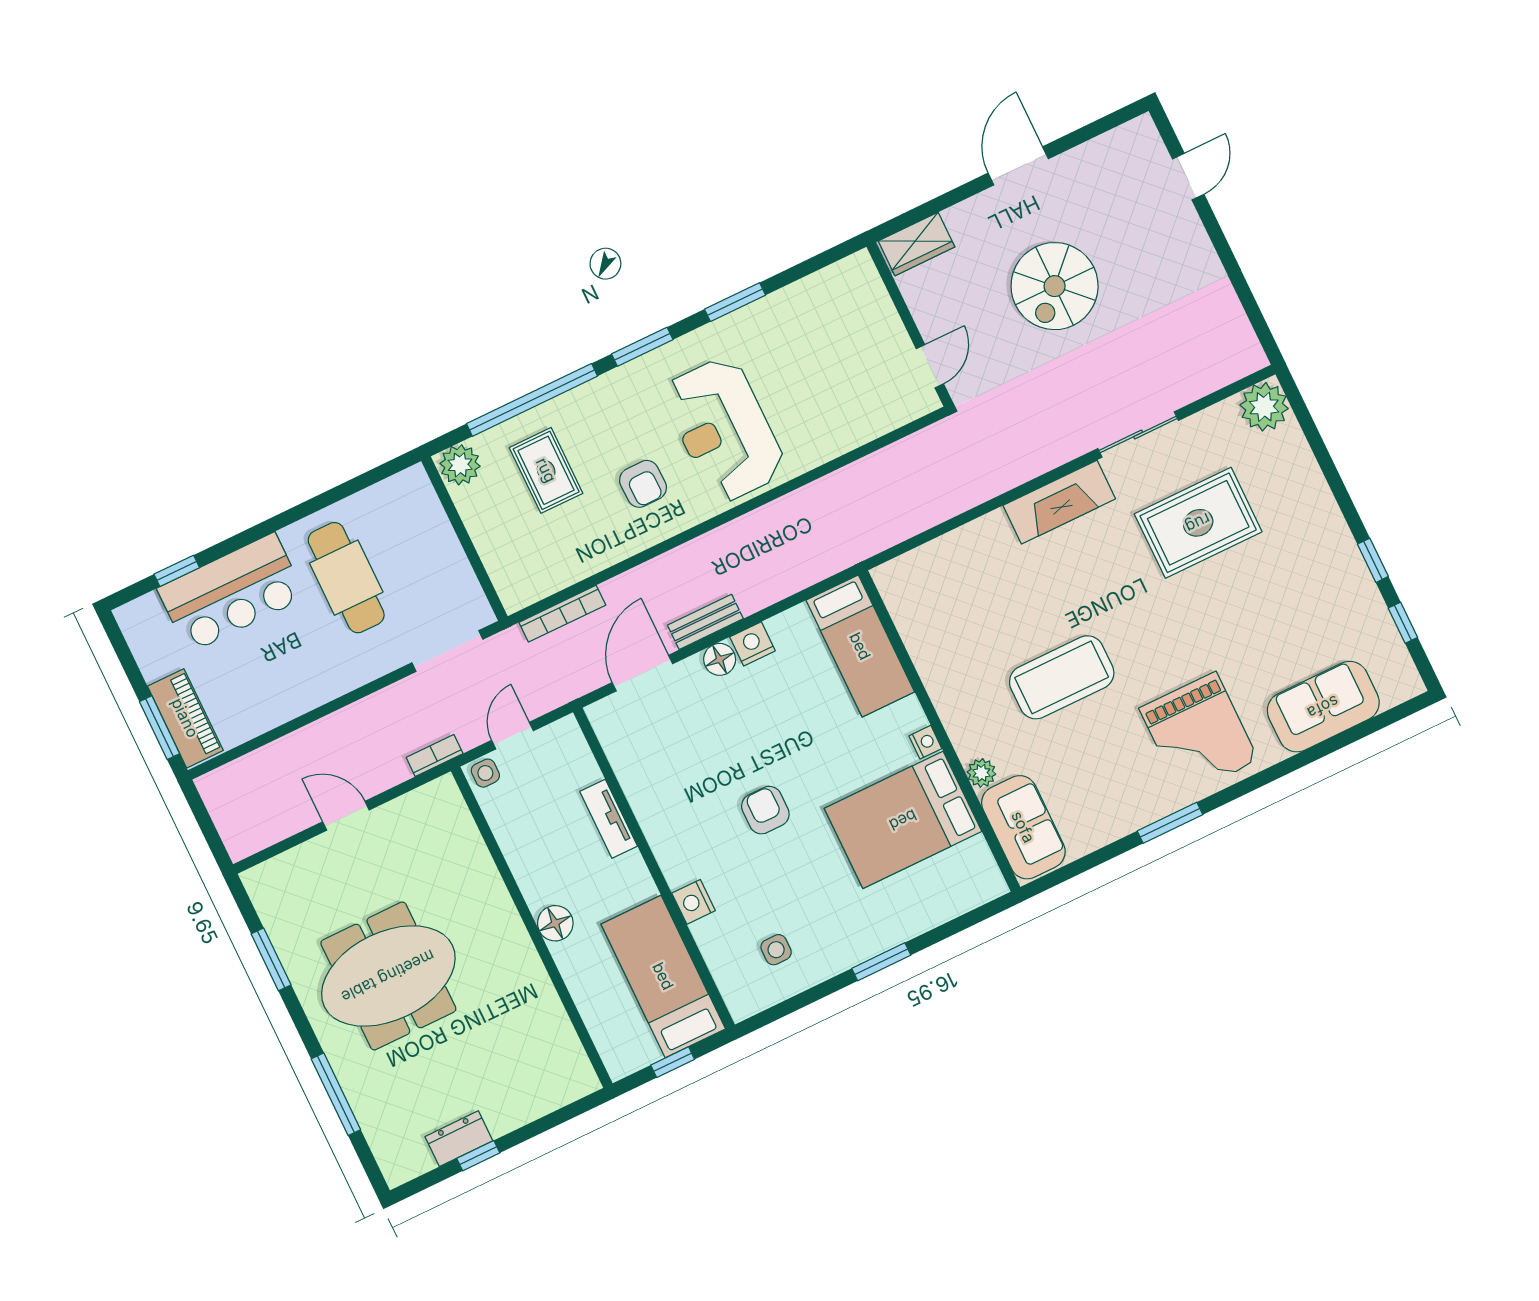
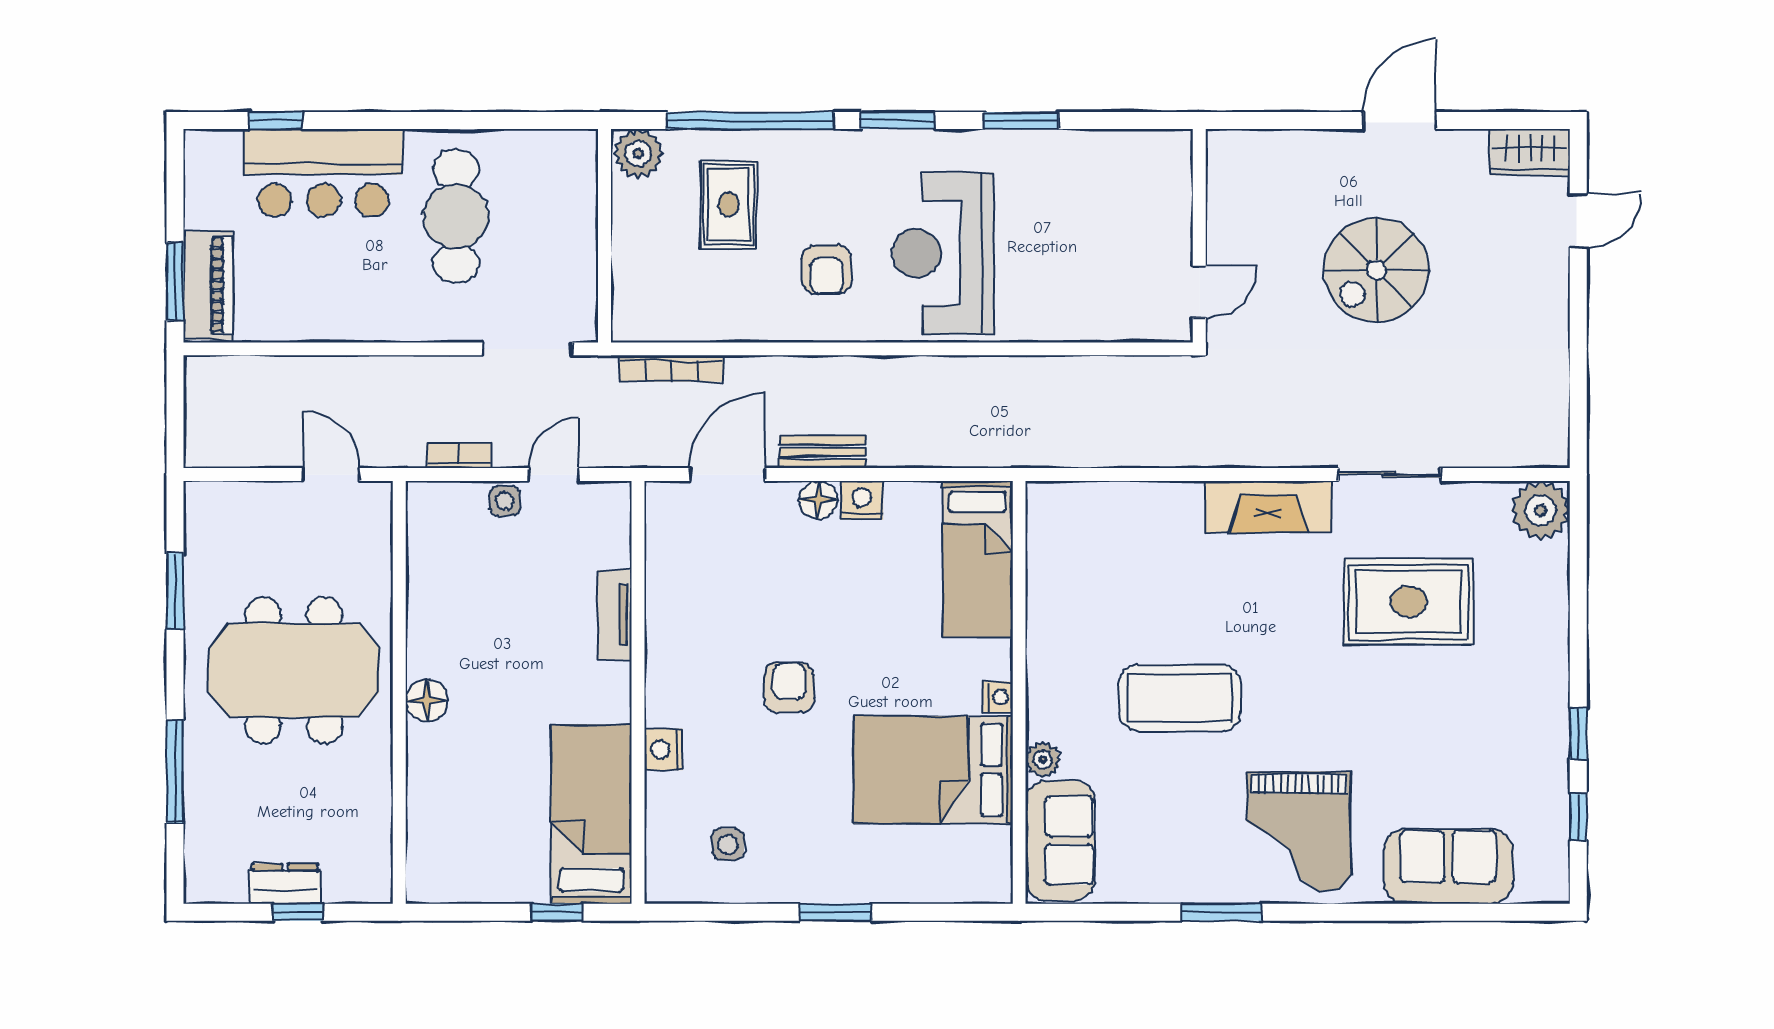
wardrobe: (917, 244) -> (1530, 152), moved
floor lamp: (555, 923) -> (427, 700), moved
wall: (532, 927) -> (399, 692), moved

